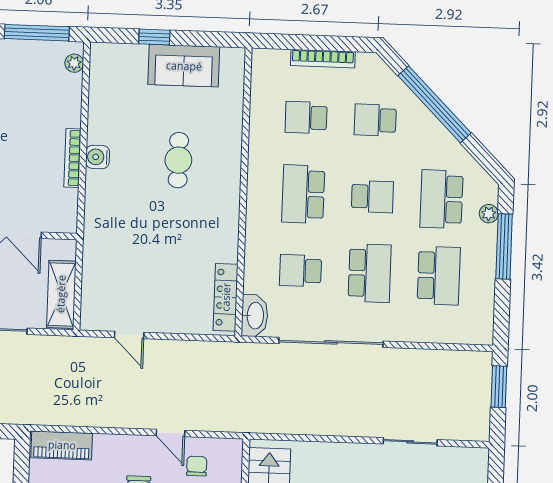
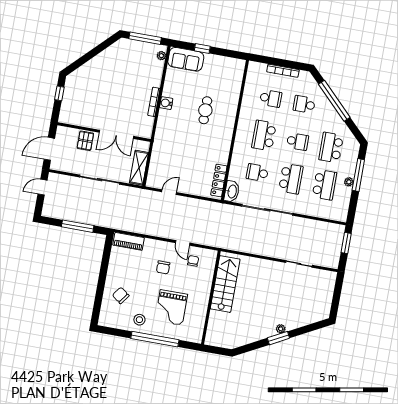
sofa: (184, 66) -> (186, 59), moved
school desk: (306, 118) -> (271, 98), turned 180
plant: (489, 214) -> (349, 182), moved
door: (129, 335) -> (169, 192), swing flipped

